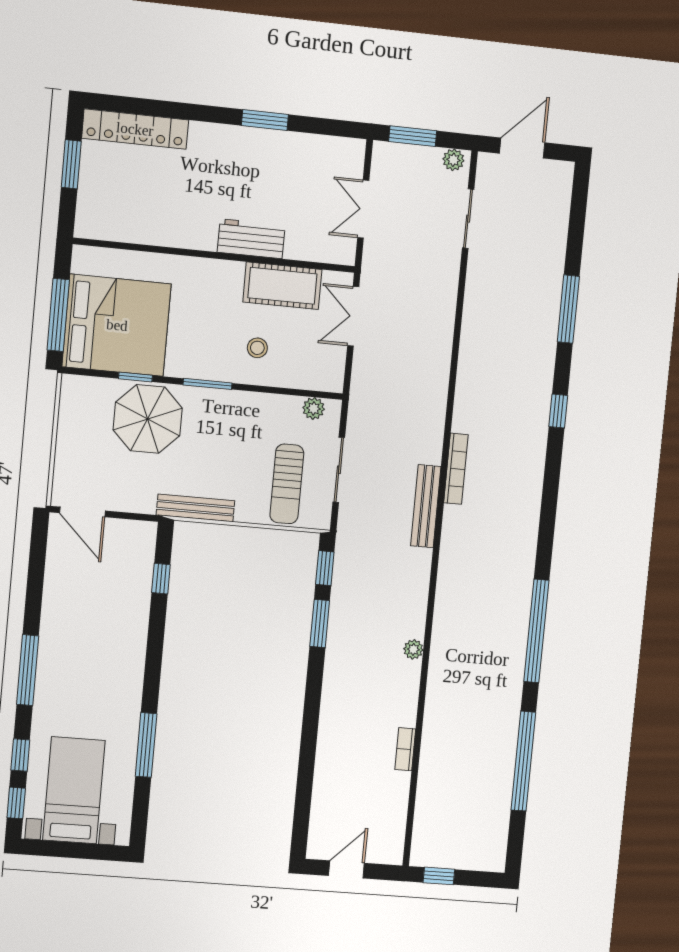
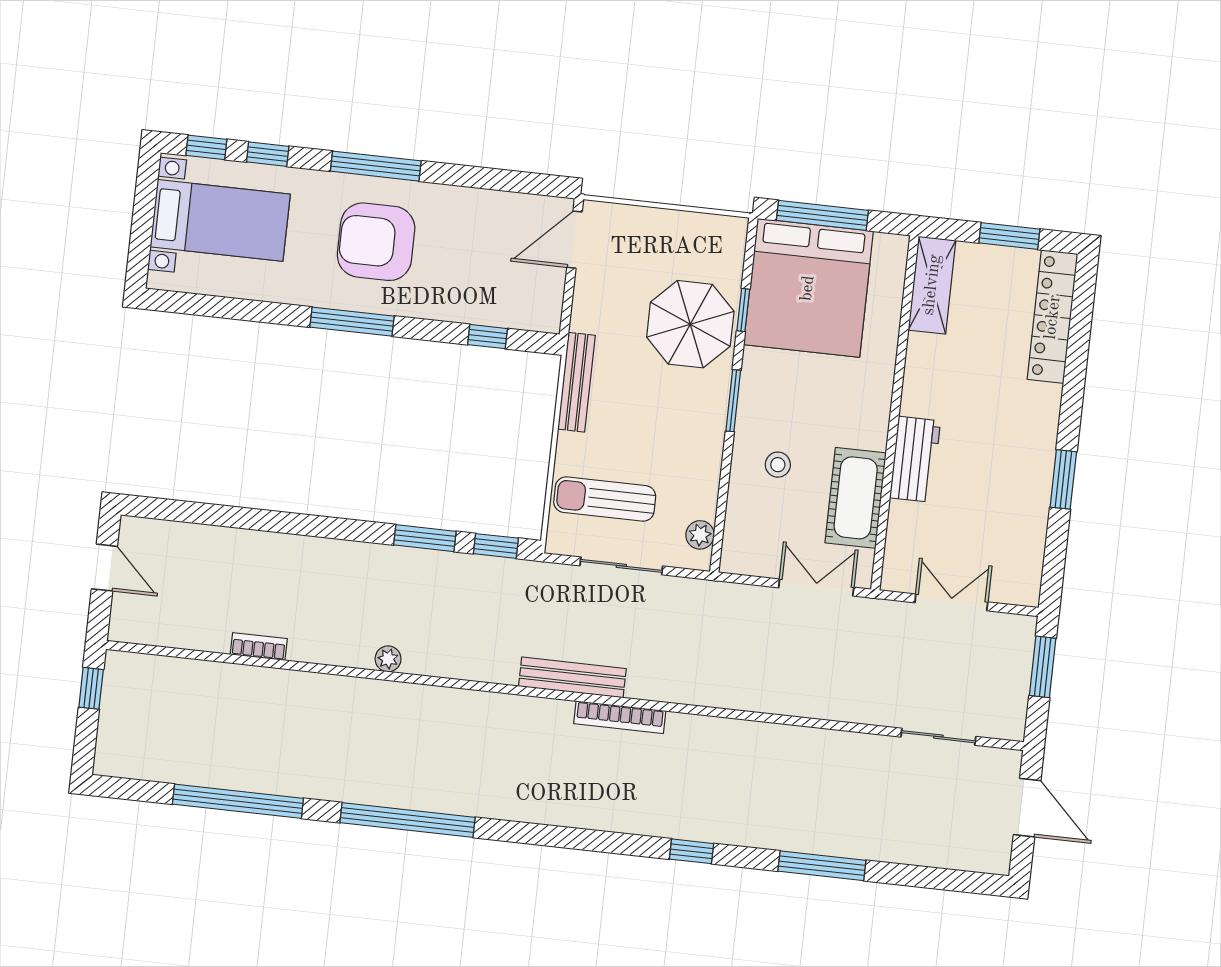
plant: (453, 160) -> (1013, 719), removed
shelving: (112, 226) -> (932, 285), added
armchair: (88, 668) -> (376, 242), added
window: (146, 745) -> (352, 322), moved

